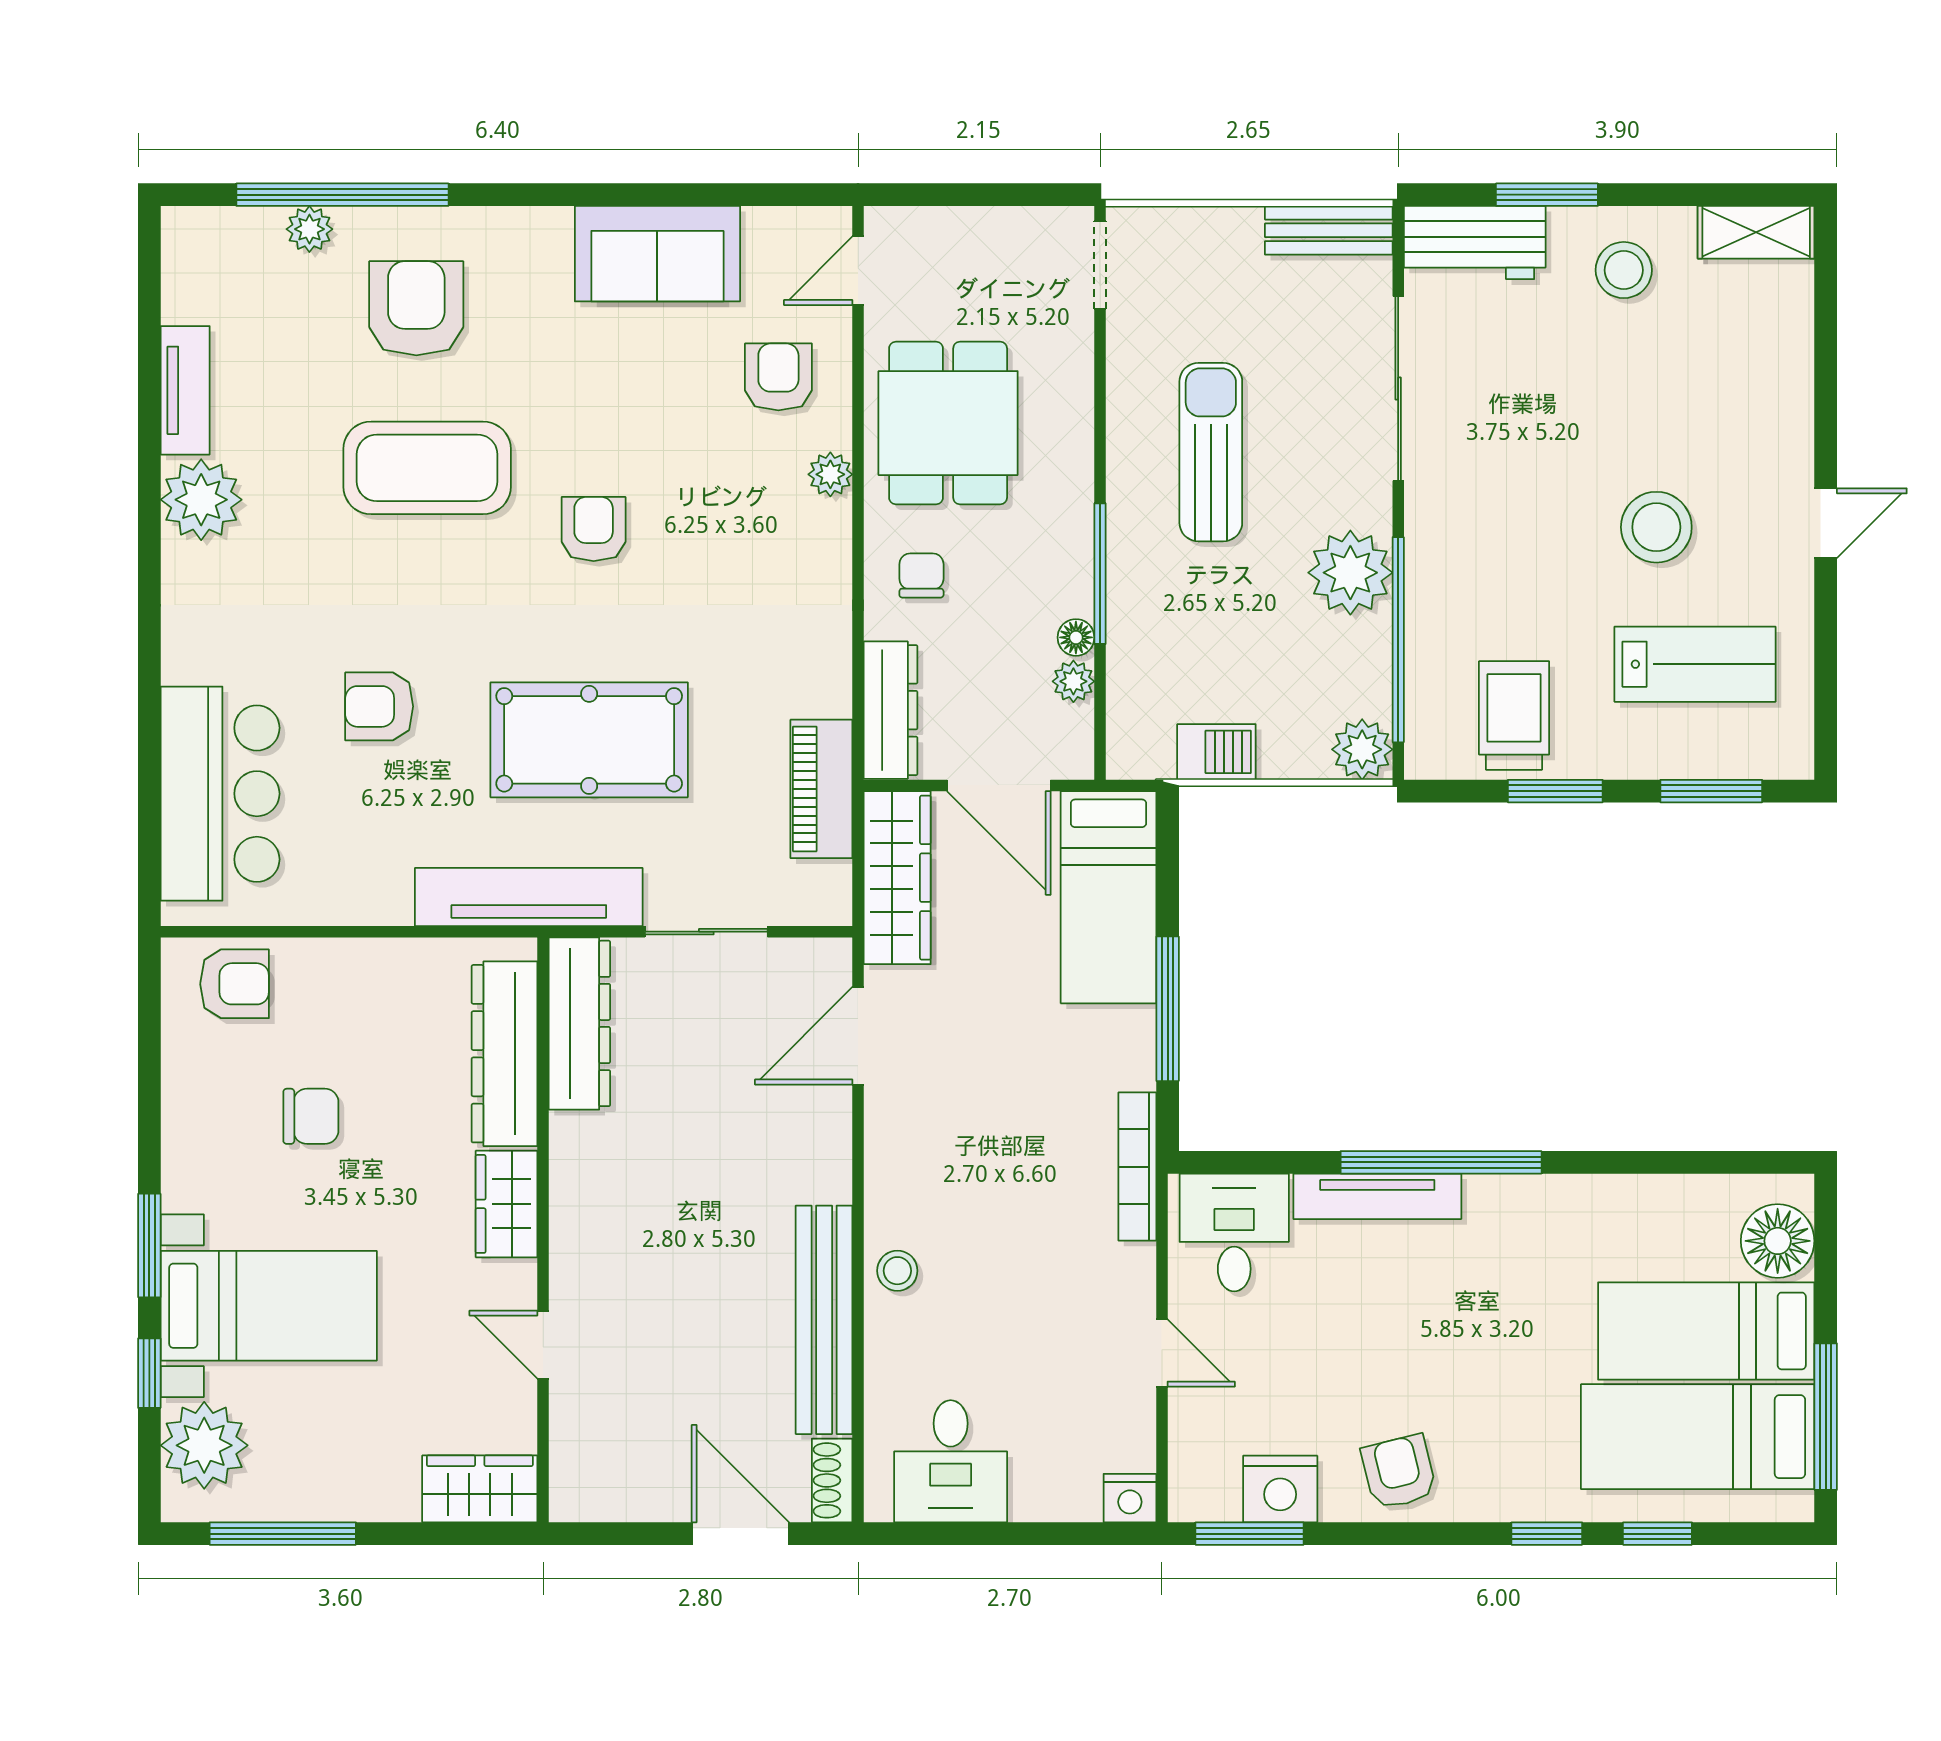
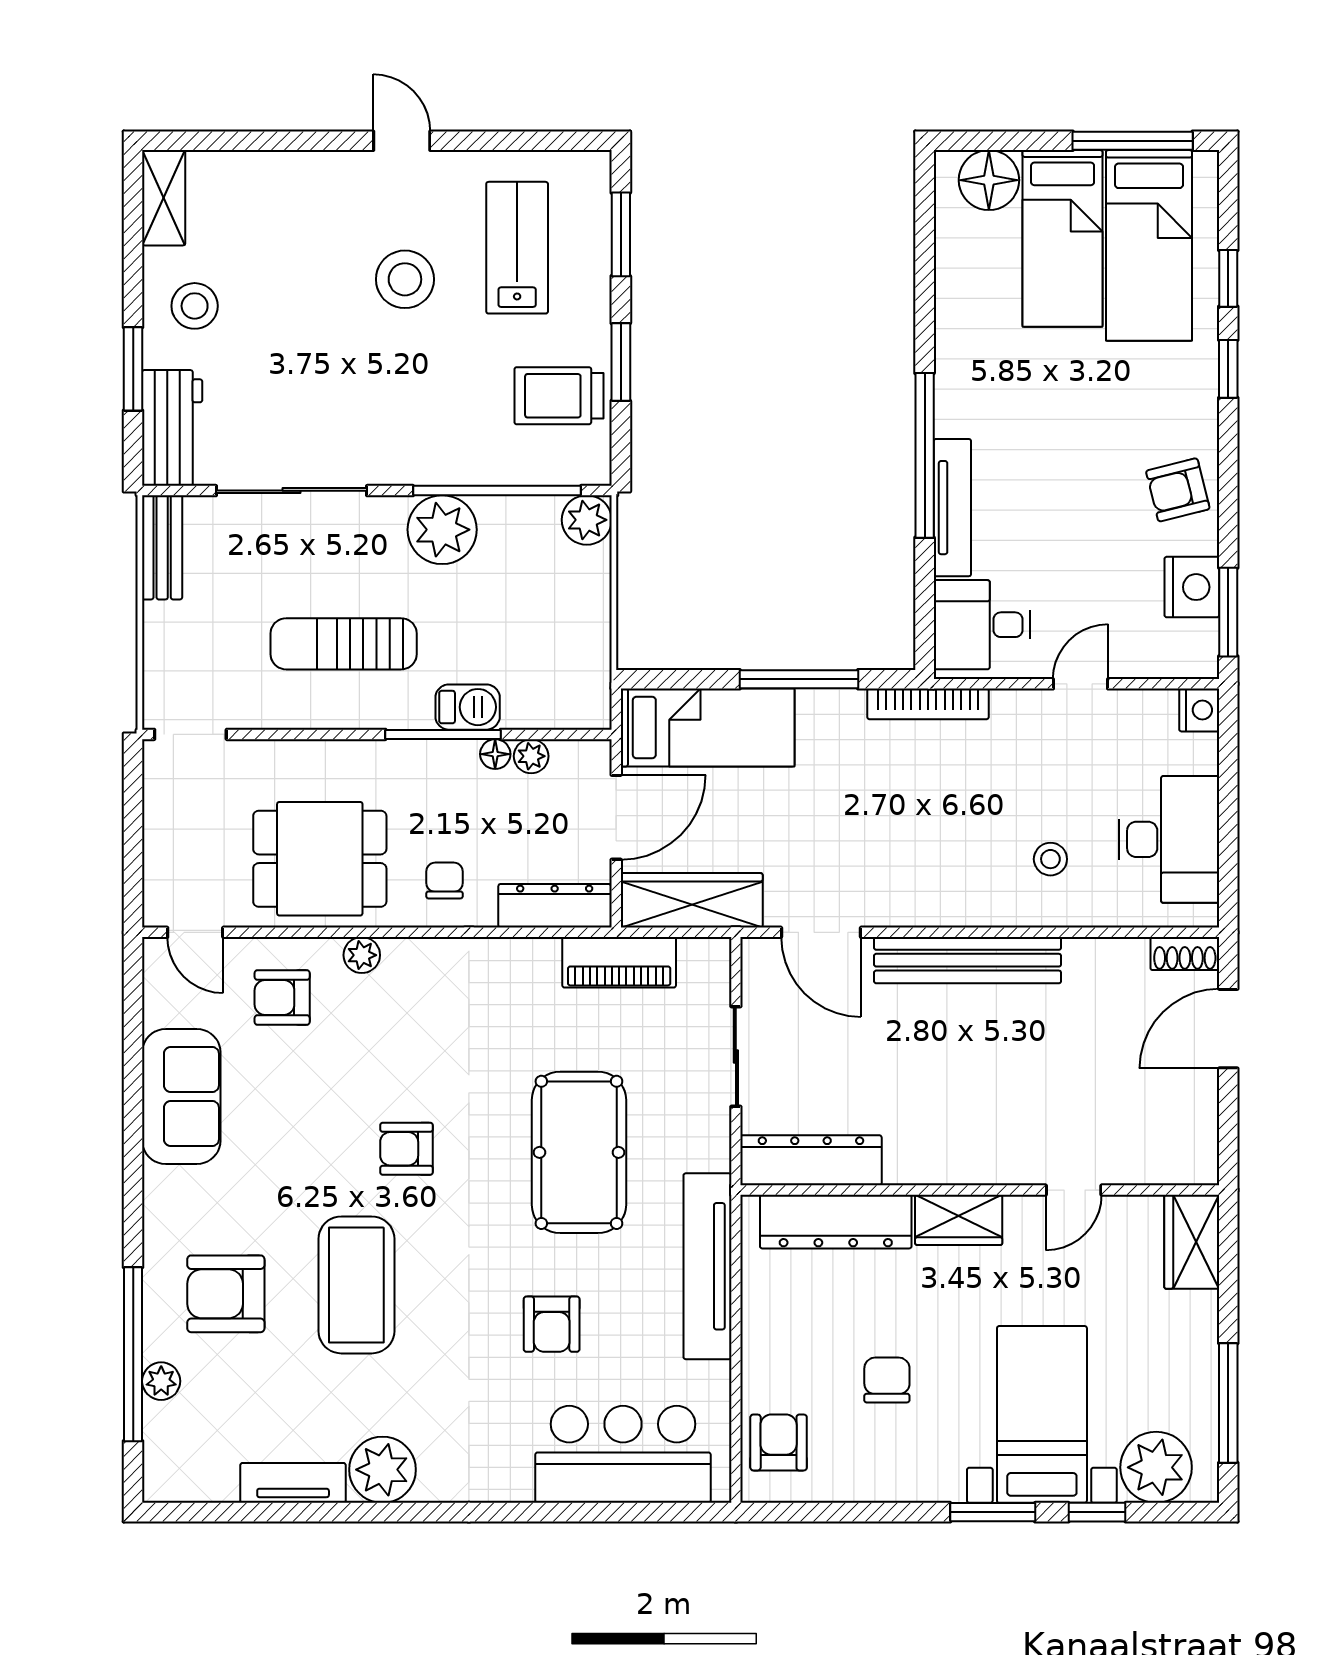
chair: (921, 575) -> (444, 881), turned 90
barbecue: (1216, 752) -> (468, 707), moved, turned 90
tv unit: (529, 897) -> (707, 1266), moved
stool: (897, 1271) -> (1050, 859), moved
bench: (824, 1320) -> (968, 960), moved
desk: (951, 1461) -> (1169, 839), width x1.37

